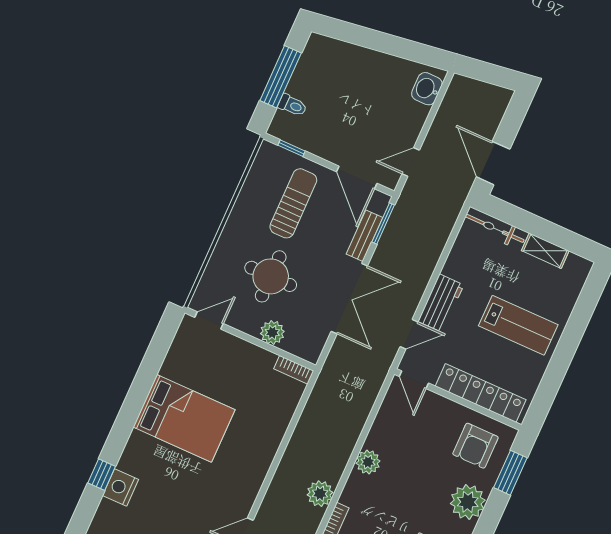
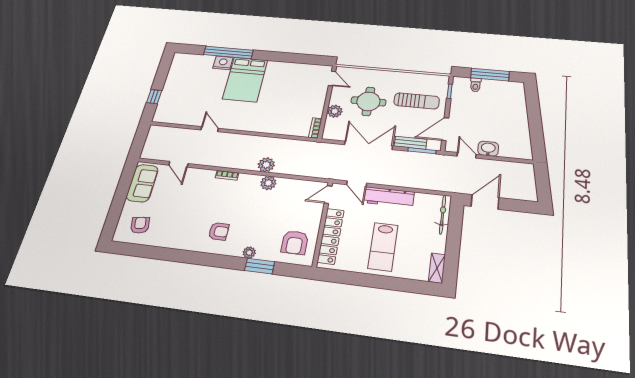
washbasin: (427, 89) -> (488, 149), moved
shelving: (545, 251) -> (437, 268), moved
double door: (349, 299) -> (368, 145), swing flipped
workbench: (441, 303) -> (389, 197), width x1.38
bed: (184, 418) -> (245, 79), moved
armchair: (475, 446) -> (295, 242), turned -90
window: (510, 473) -> (260, 266), moved
window: (102, 475) -> (228, 52), width x3.17
plant: (320, 494) -> (266, 165), moved
plant: (468, 502) -> (249, 253), width x0.53, depth x0.53

